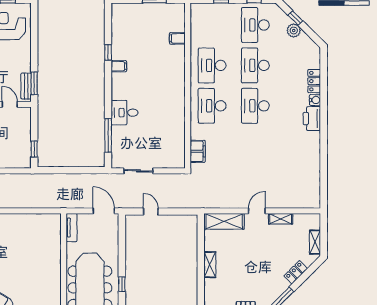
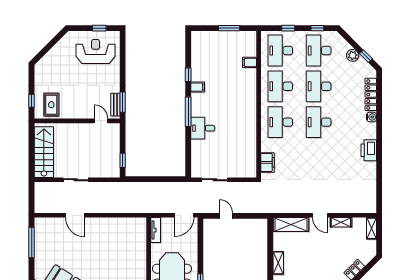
window: (295, 18) -> (366, 56), moved
desk: (212, 25) -> (280, 51), added
locker: (314, 81) -> (371, 94), width x1.53
printer: (312, 119) -> (369, 150), moved
window: (108, 135) -> (188, 112), moved
door: (104, 211) -> (184, 215), swing flipped
door: (257, 211) -> (320, 215), swing flipped
shelving: (315, 242) -> (371, 228), moved

